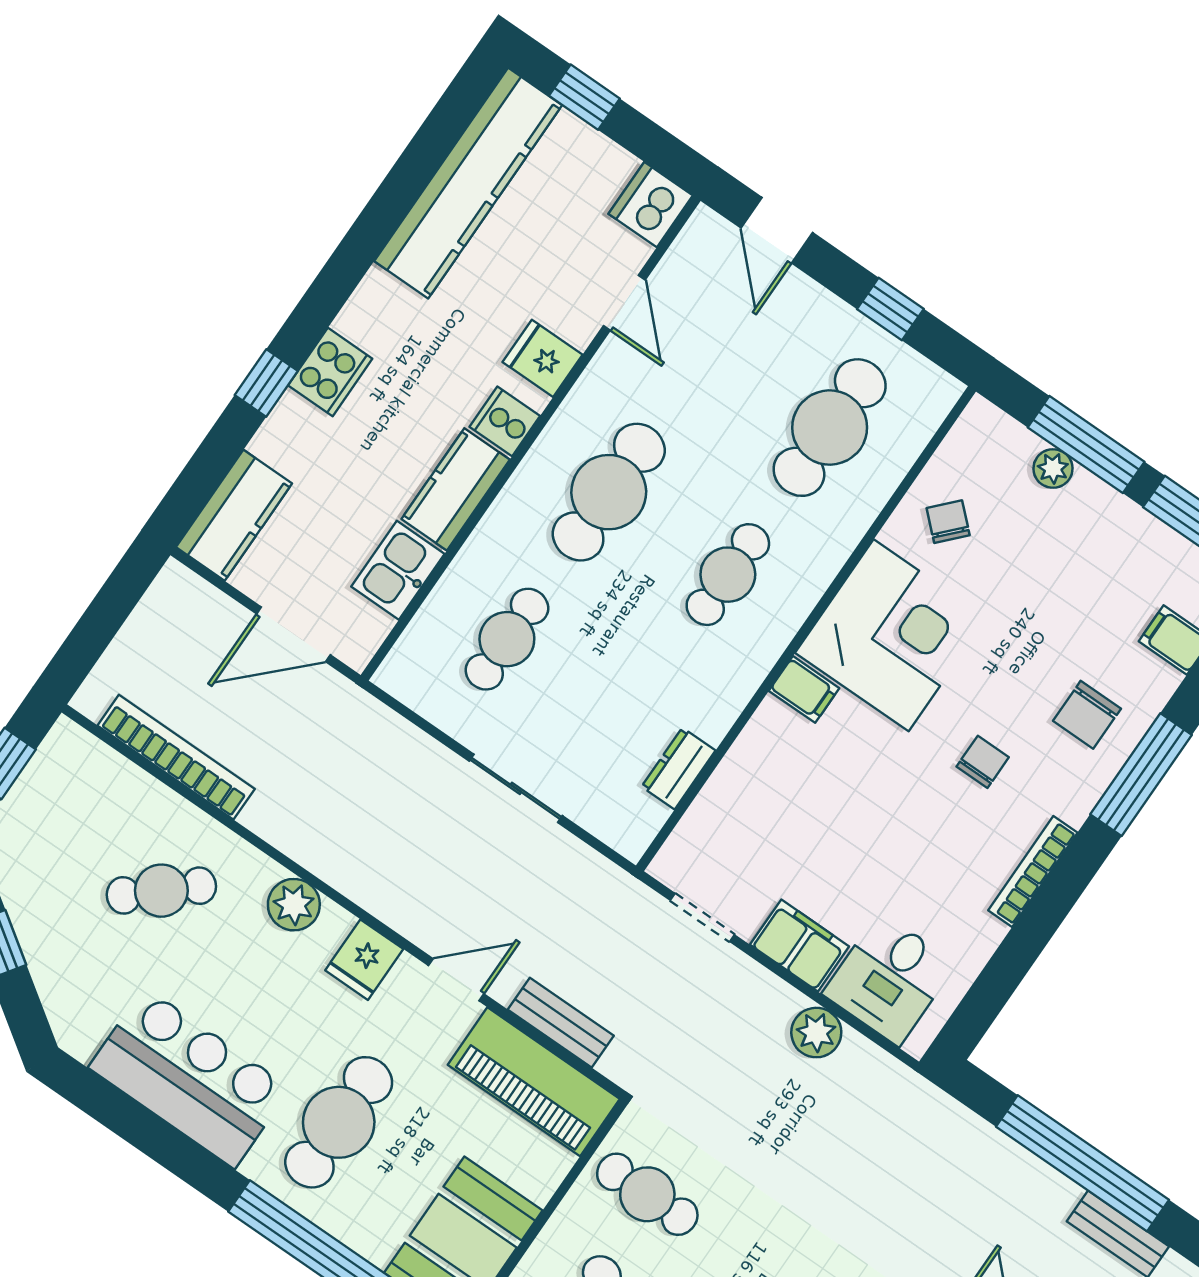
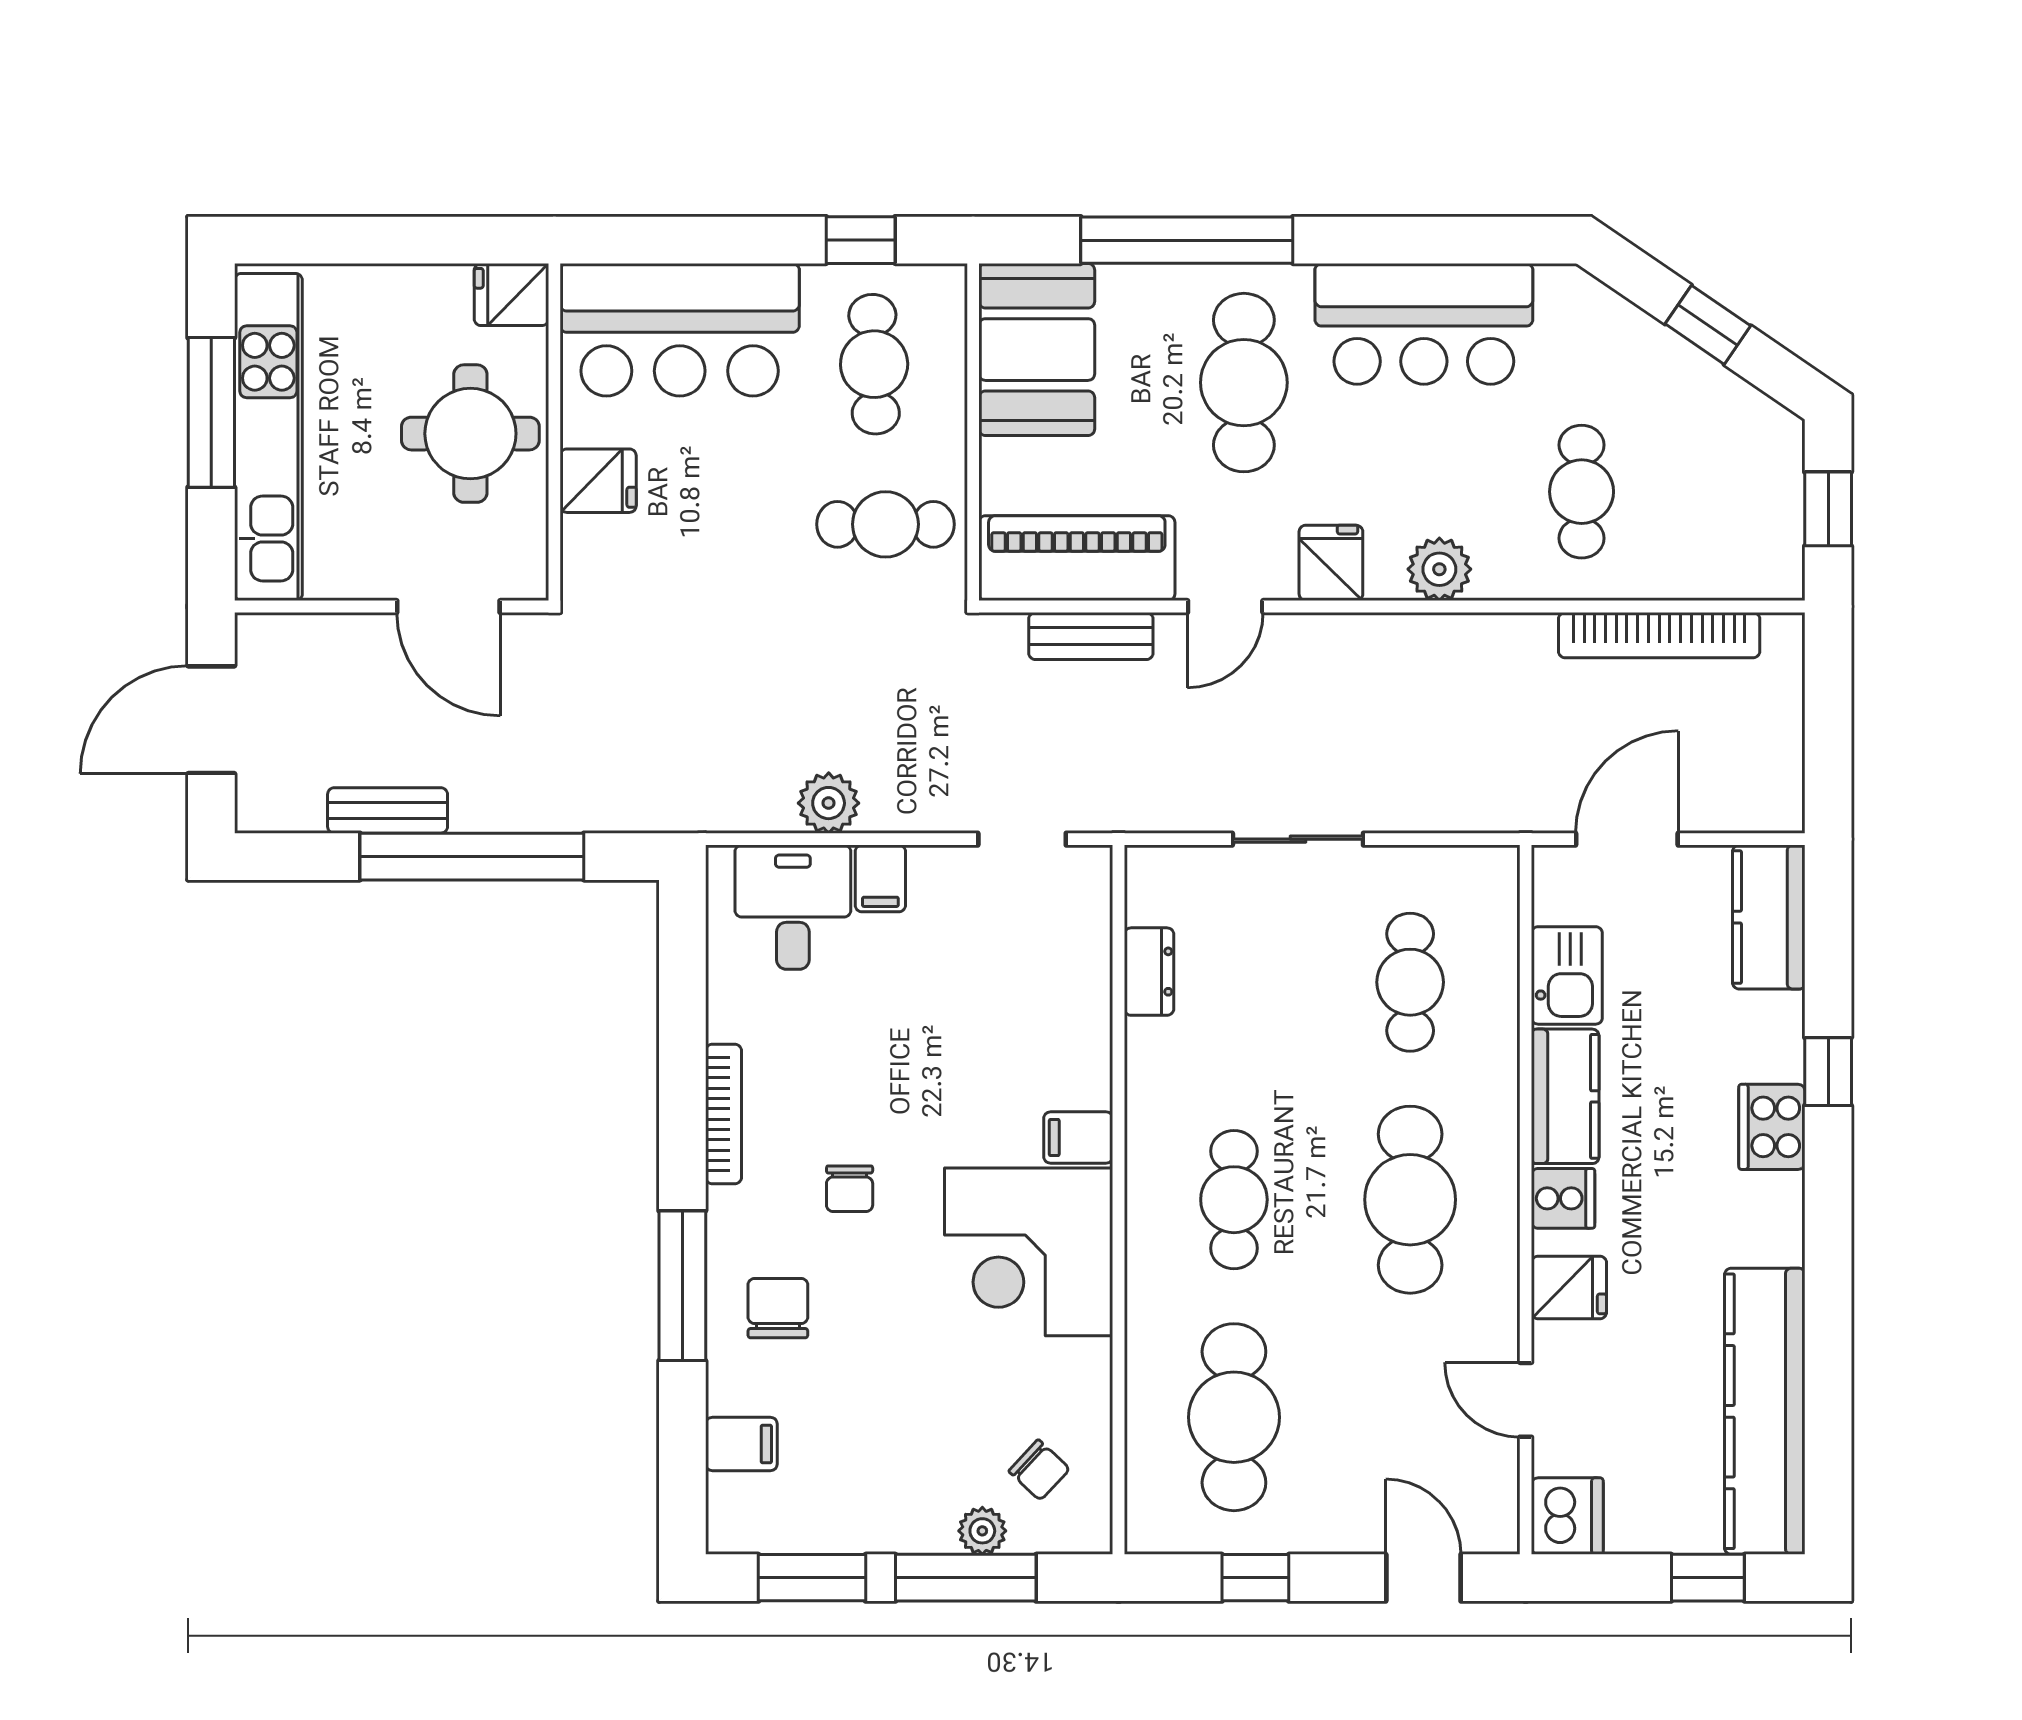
chair: (948, 522) -> (1039, 1470), moved
cafe table: (161, 891) -> (1582, 492), turned -48
filing cabinet: (800, 946) -> (880, 878), width x0.50

